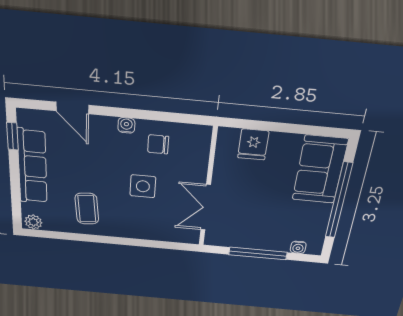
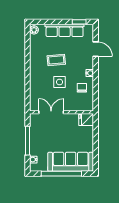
door: (72, 108) -> (96, 49), swing flipped
fridge: (253, 144) -> (86, 119), moved
sofa: (320, 170) -> (71, 162), width x1.36
coffee table: (87, 209) -> (56, 60), moved

